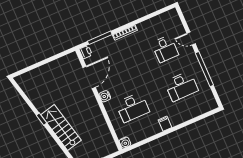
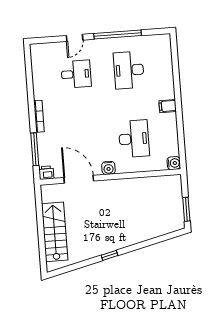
desk: (181, 86) -> (129, 70), turned 180
stairs: (61, 127) -> (55, 232), moved, turned 104

